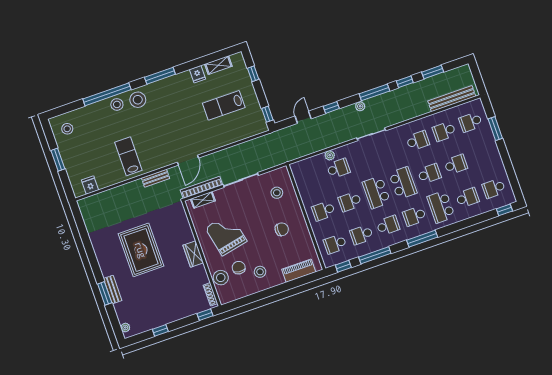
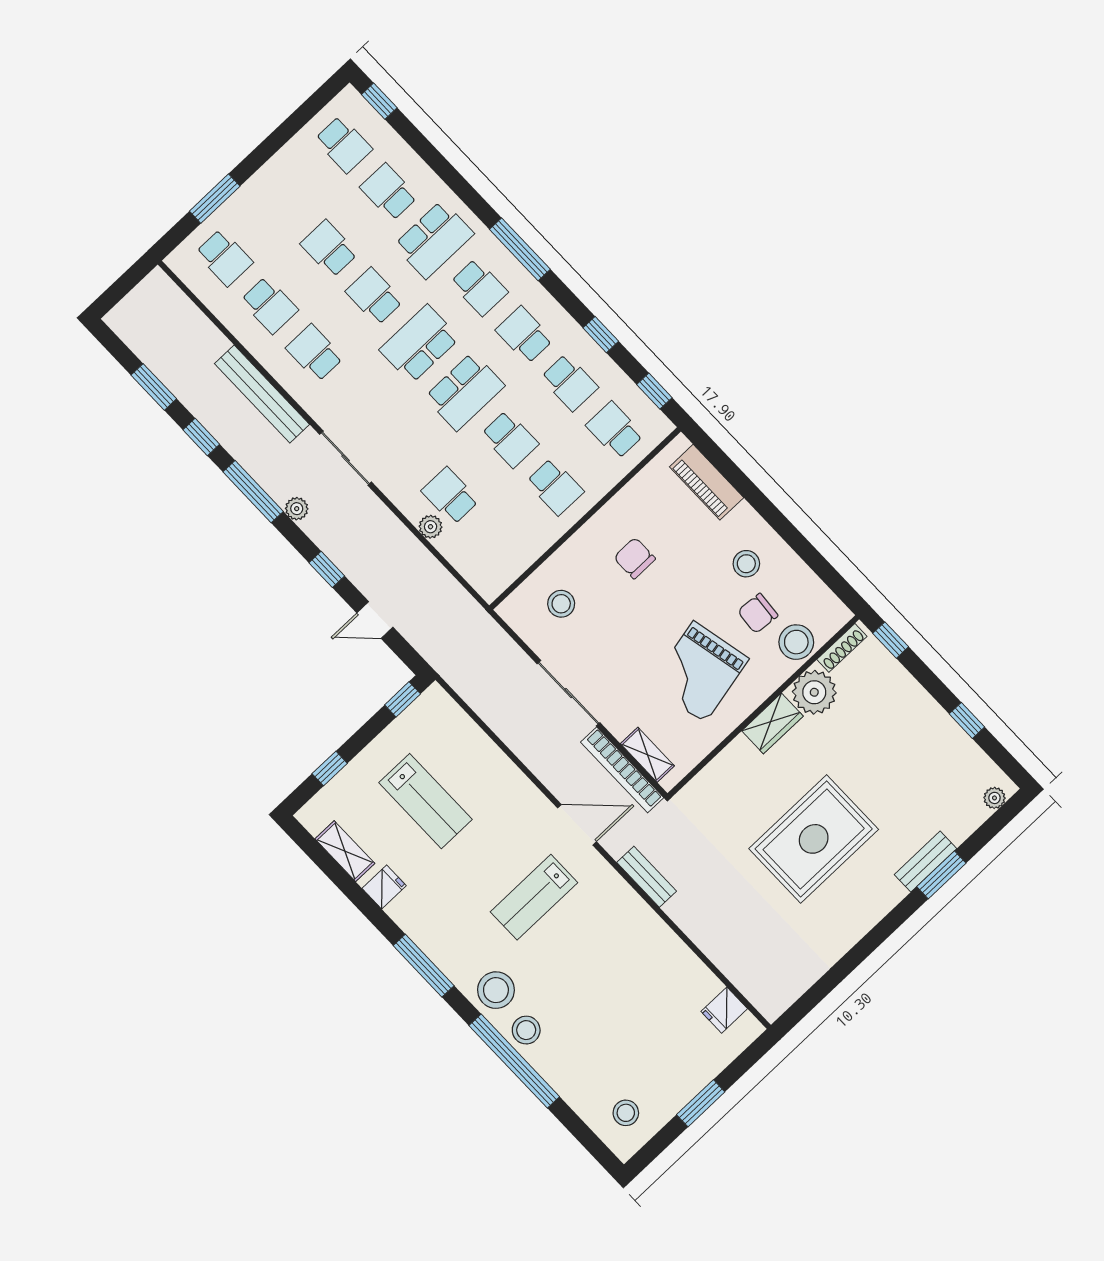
bench: (452, 99) -> (262, 394), moved
lab bench: (128, 156) -> (534, 897), moved
school desk: (335, 244) -> (615, 430), turned 180
window: (375, 255) -> (601, 335), width x0.46
plant: (198, 276) -> (814, 692), added

